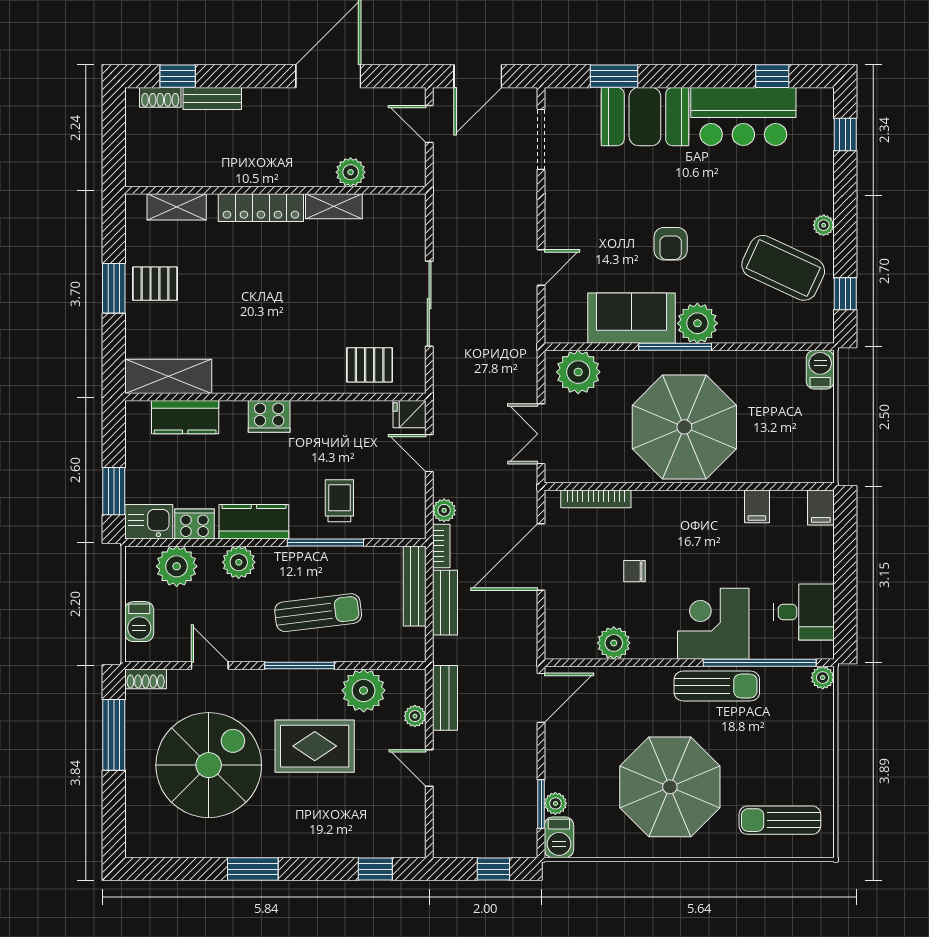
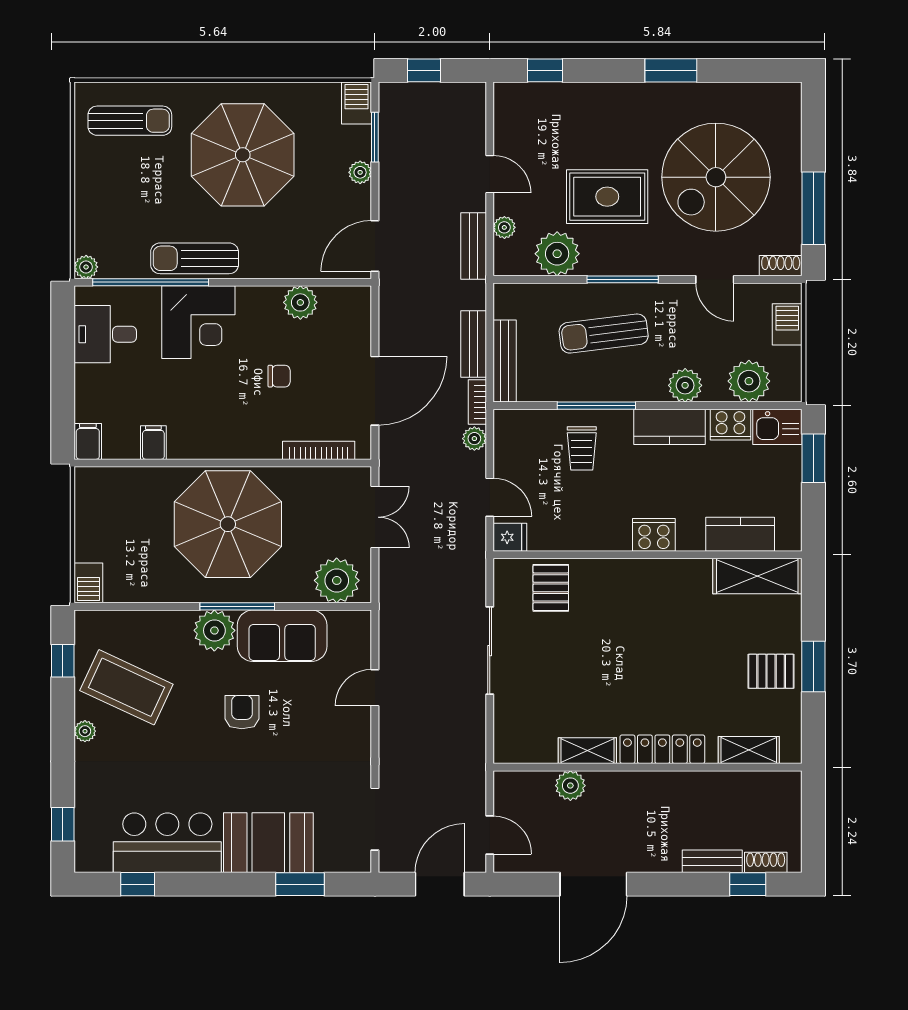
pallet: (370, 365) -> (551, 588), turned 90
plant: (555, 803) -> (360, 172), moved

